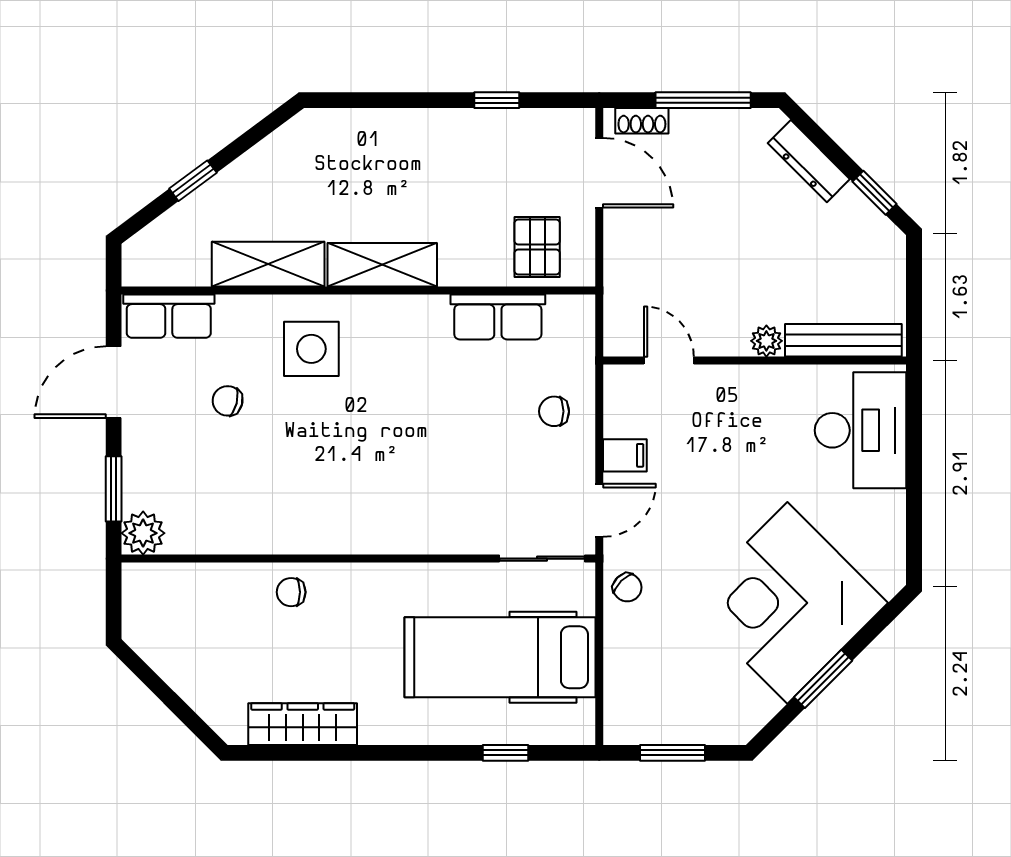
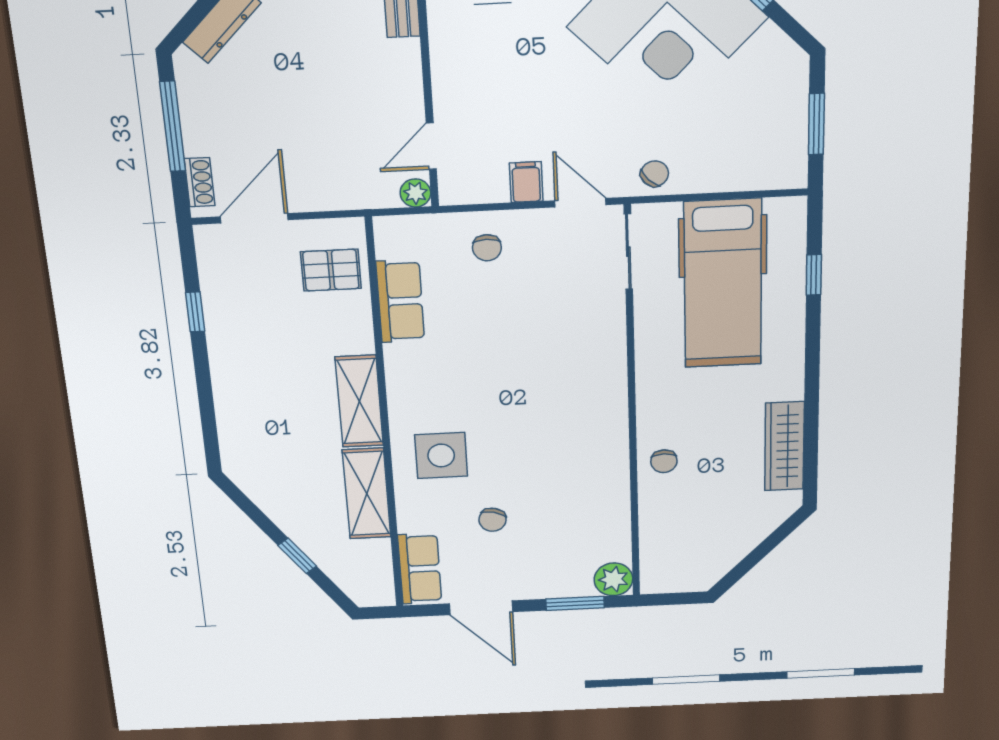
plant: (766, 341) -> (415, 193), moved

